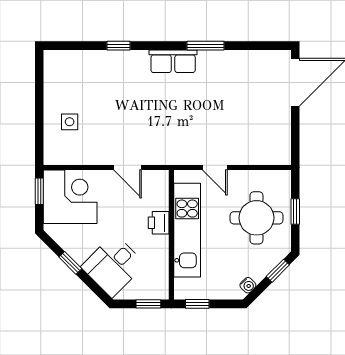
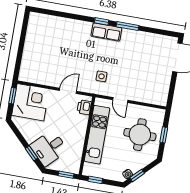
window: (118, 46) -> (102, 21), moved
side table: (70, 122) -> (101, 76), moved
door: (128, 167) -> (68, 91), swing flipped
printer: (159, 223) -> (84, 107), moved
window: (70, 263) -> (32, 153), moved
window: (278, 271) -> (137, 175), moved

